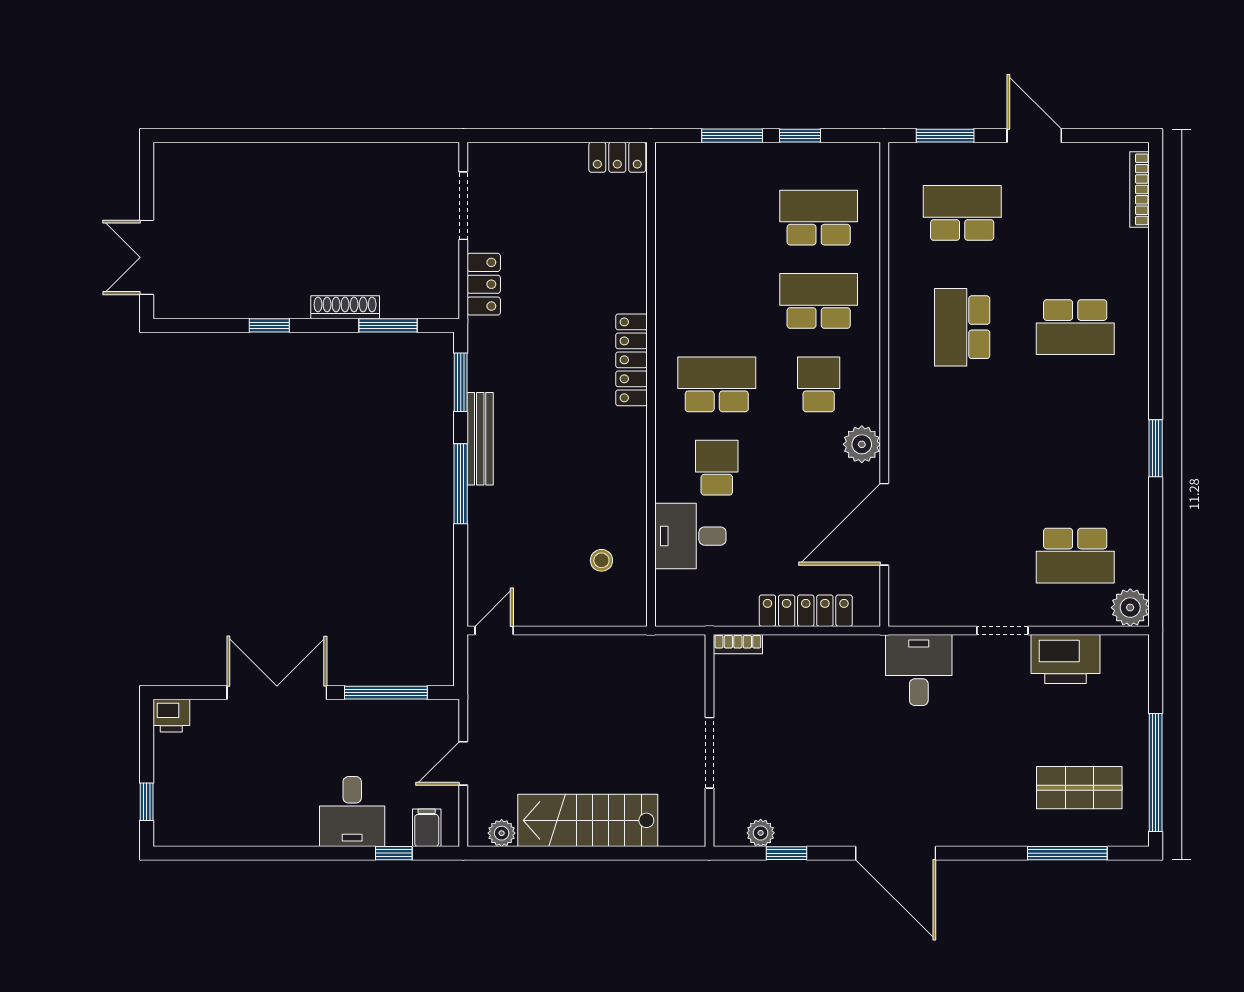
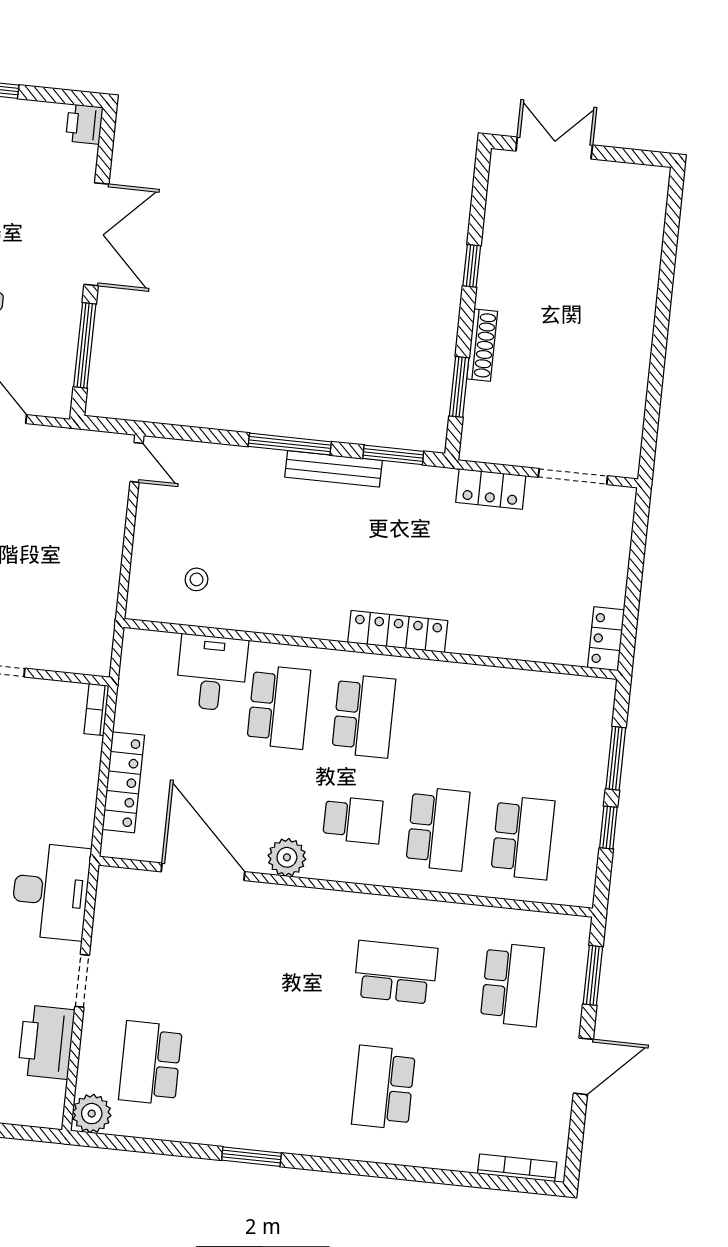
school desk: (717, 468) -> (279, 707), width x1.85
desk: (919, 670) -> (51, 891), width x1.37

